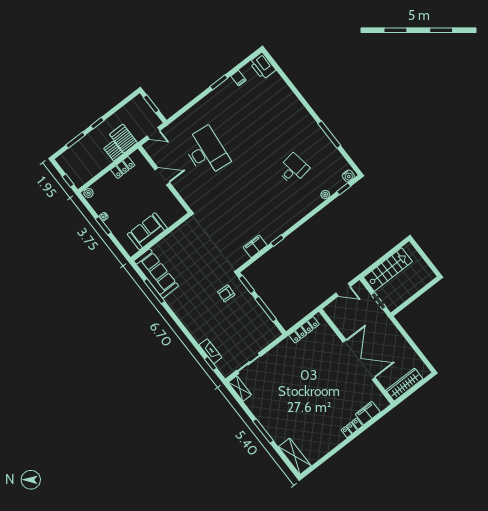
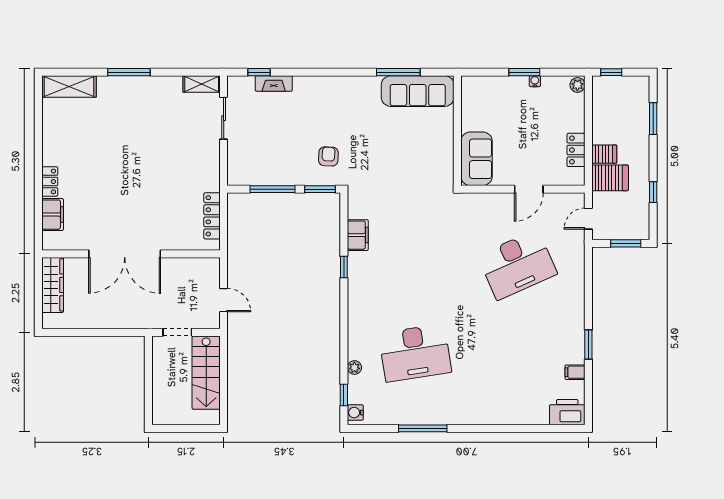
window: (97, 123) -> (653, 192), moved
desk: (206, 152) -> (517, 265), turned -30
desk: (293, 169) -> (415, 353), width x1.87, depth x1.30
sofa: (147, 231) -> (477, 159), moved
door: (343, 290) -> (224, 300), swing flipped

